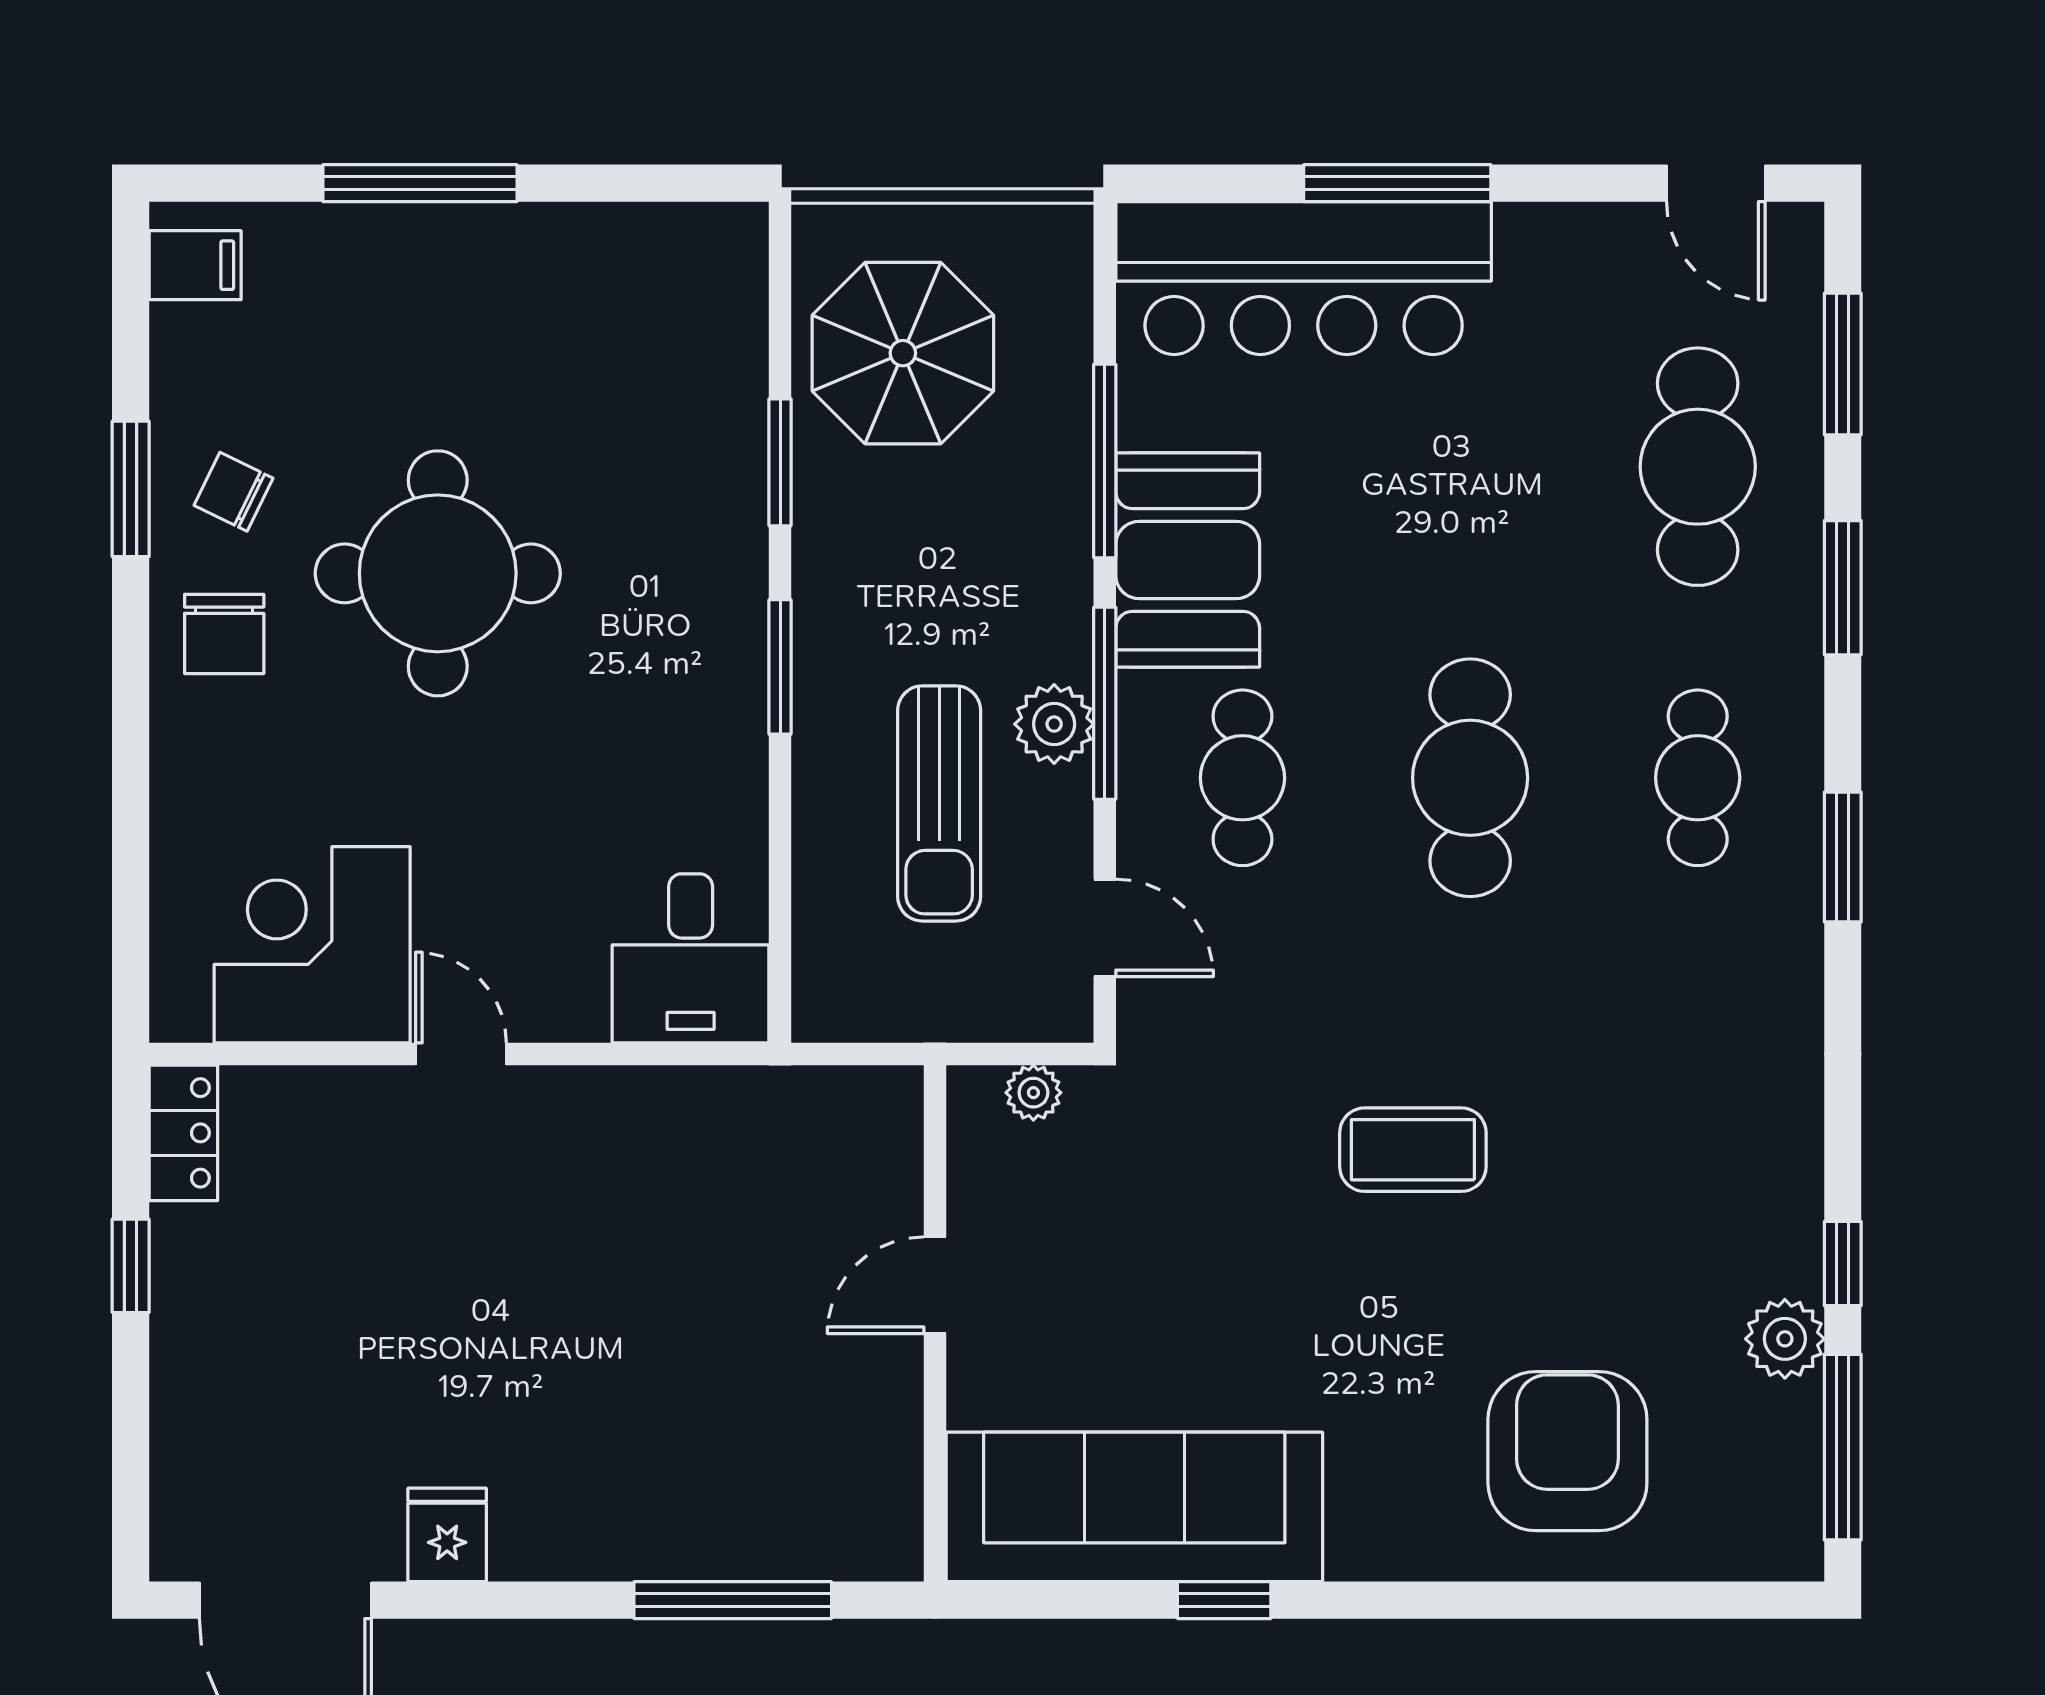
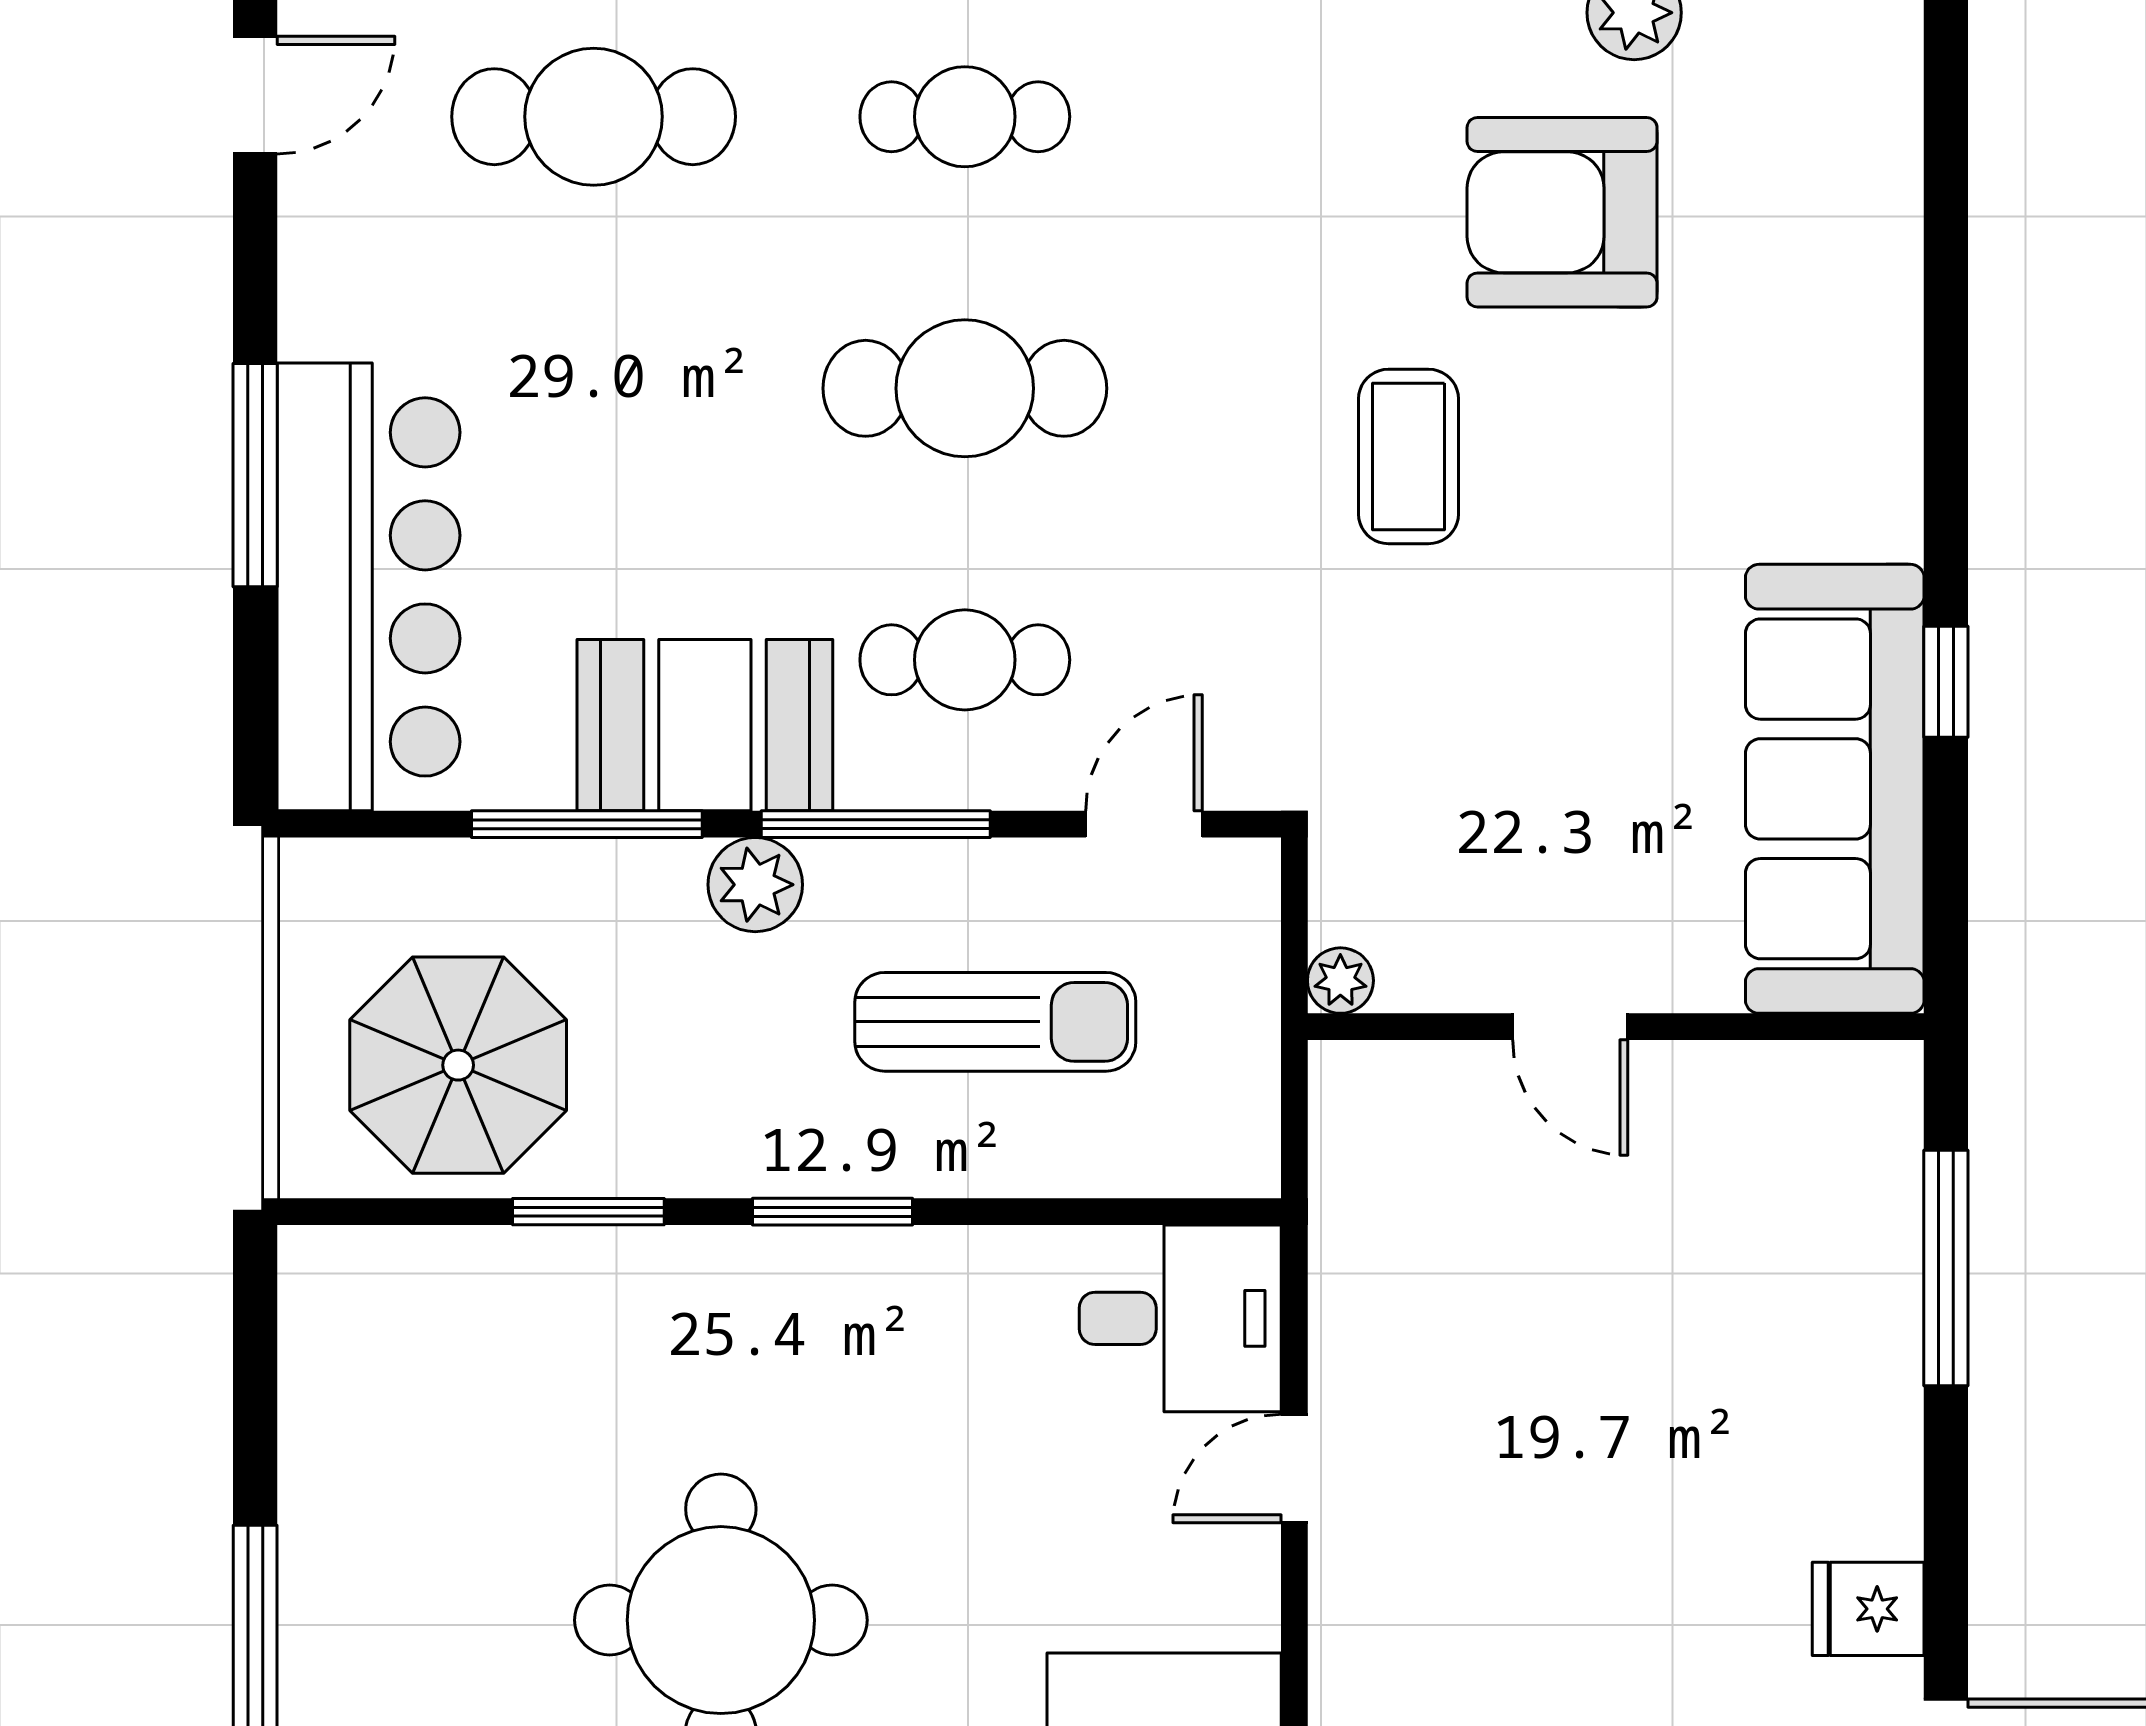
plant: (1054, 724) -> (755, 885), moved
door: (461, 1054) -> (1294, 1469), moved
plant: (1033, 1093) -> (1340, 981), moved
armchair: (1567, 1451) -> (1562, 212), moved

